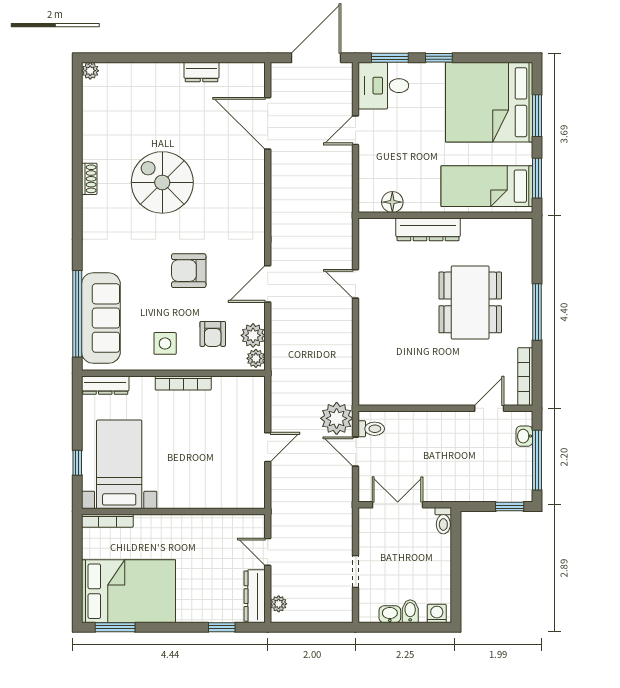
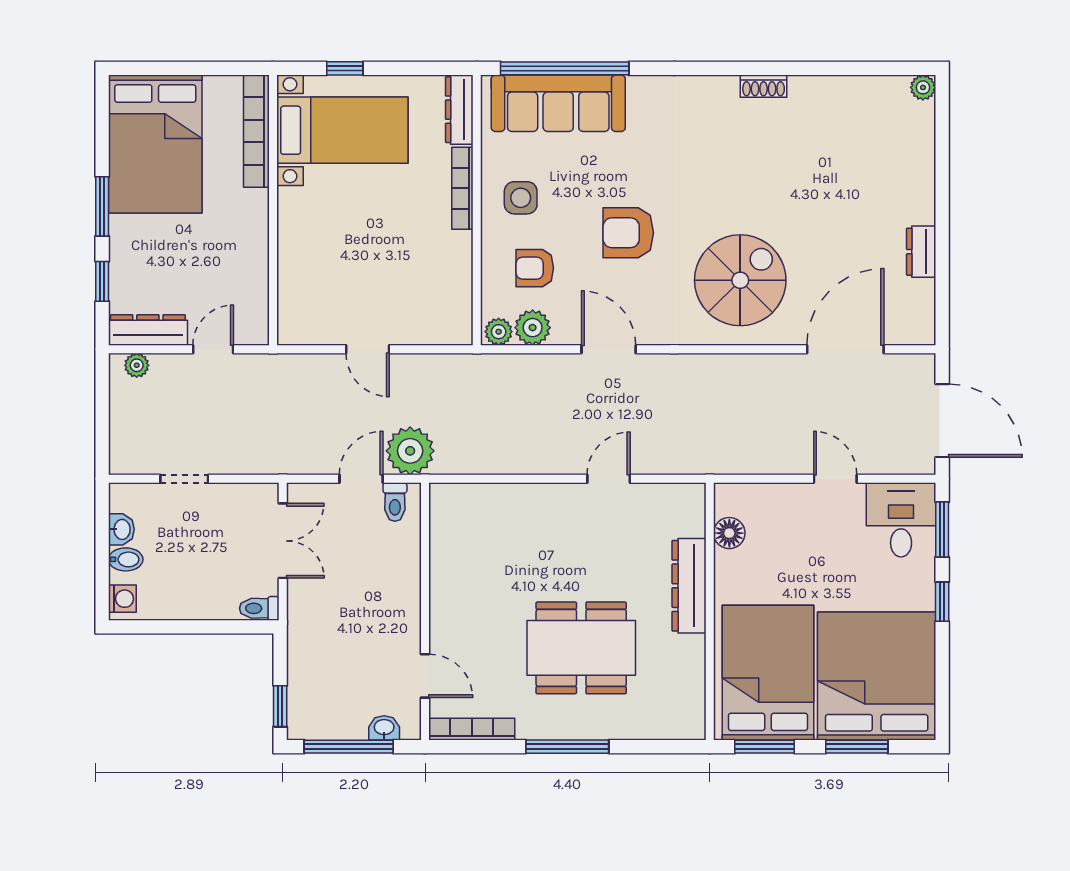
spiral stairs: (162, 182) -> (740, 280), moved
bed: (487, 186) -> (768, 673), width x1.50
armchair: (189, 271) -> (628, 233), turned -90
bookcase: (183, 383) -> (462, 188), moved
bookcase: (107, 521) -> (256, 131), width x1.48, depth x1.31
window: (115, 627) -> (102, 206), moved

